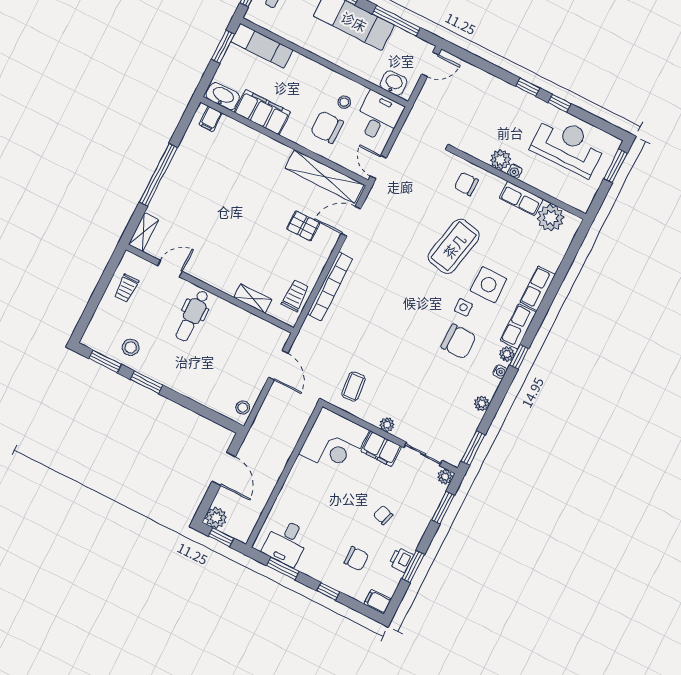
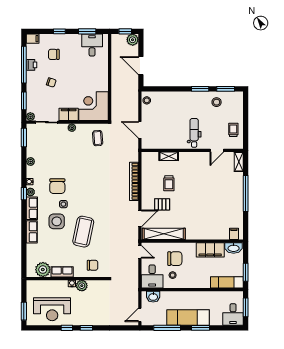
trolley: (295, 296) -> (169, 183), moved
chair: (459, 341) -> (57, 186), turned -90
window: (413, 566) -> (24, 65), width x2.11

